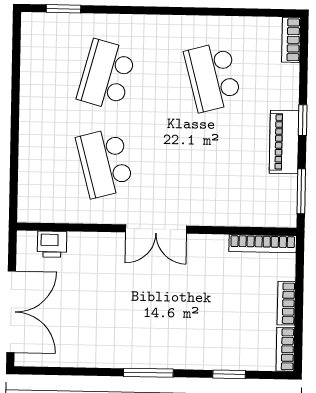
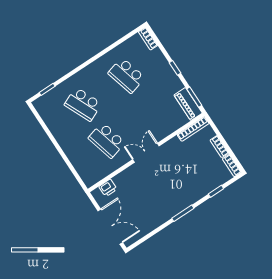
school desk: (106, 75) -> (83, 104), turned -39
piano: (284, 142) -> (188, 104), moved
double door: (156, 229) -> (146, 153), swing flipped

